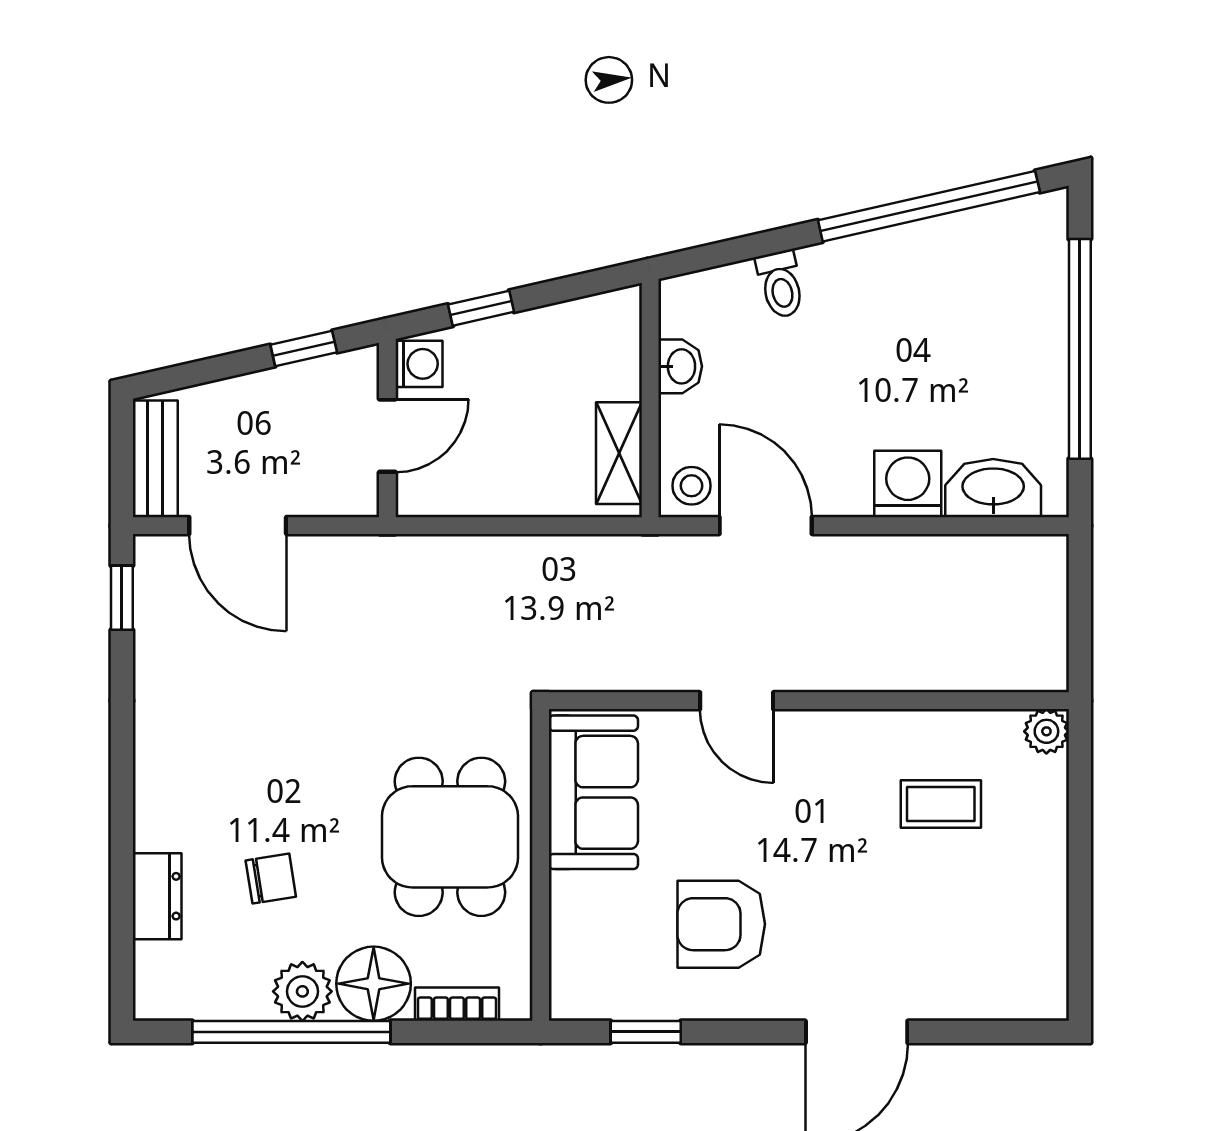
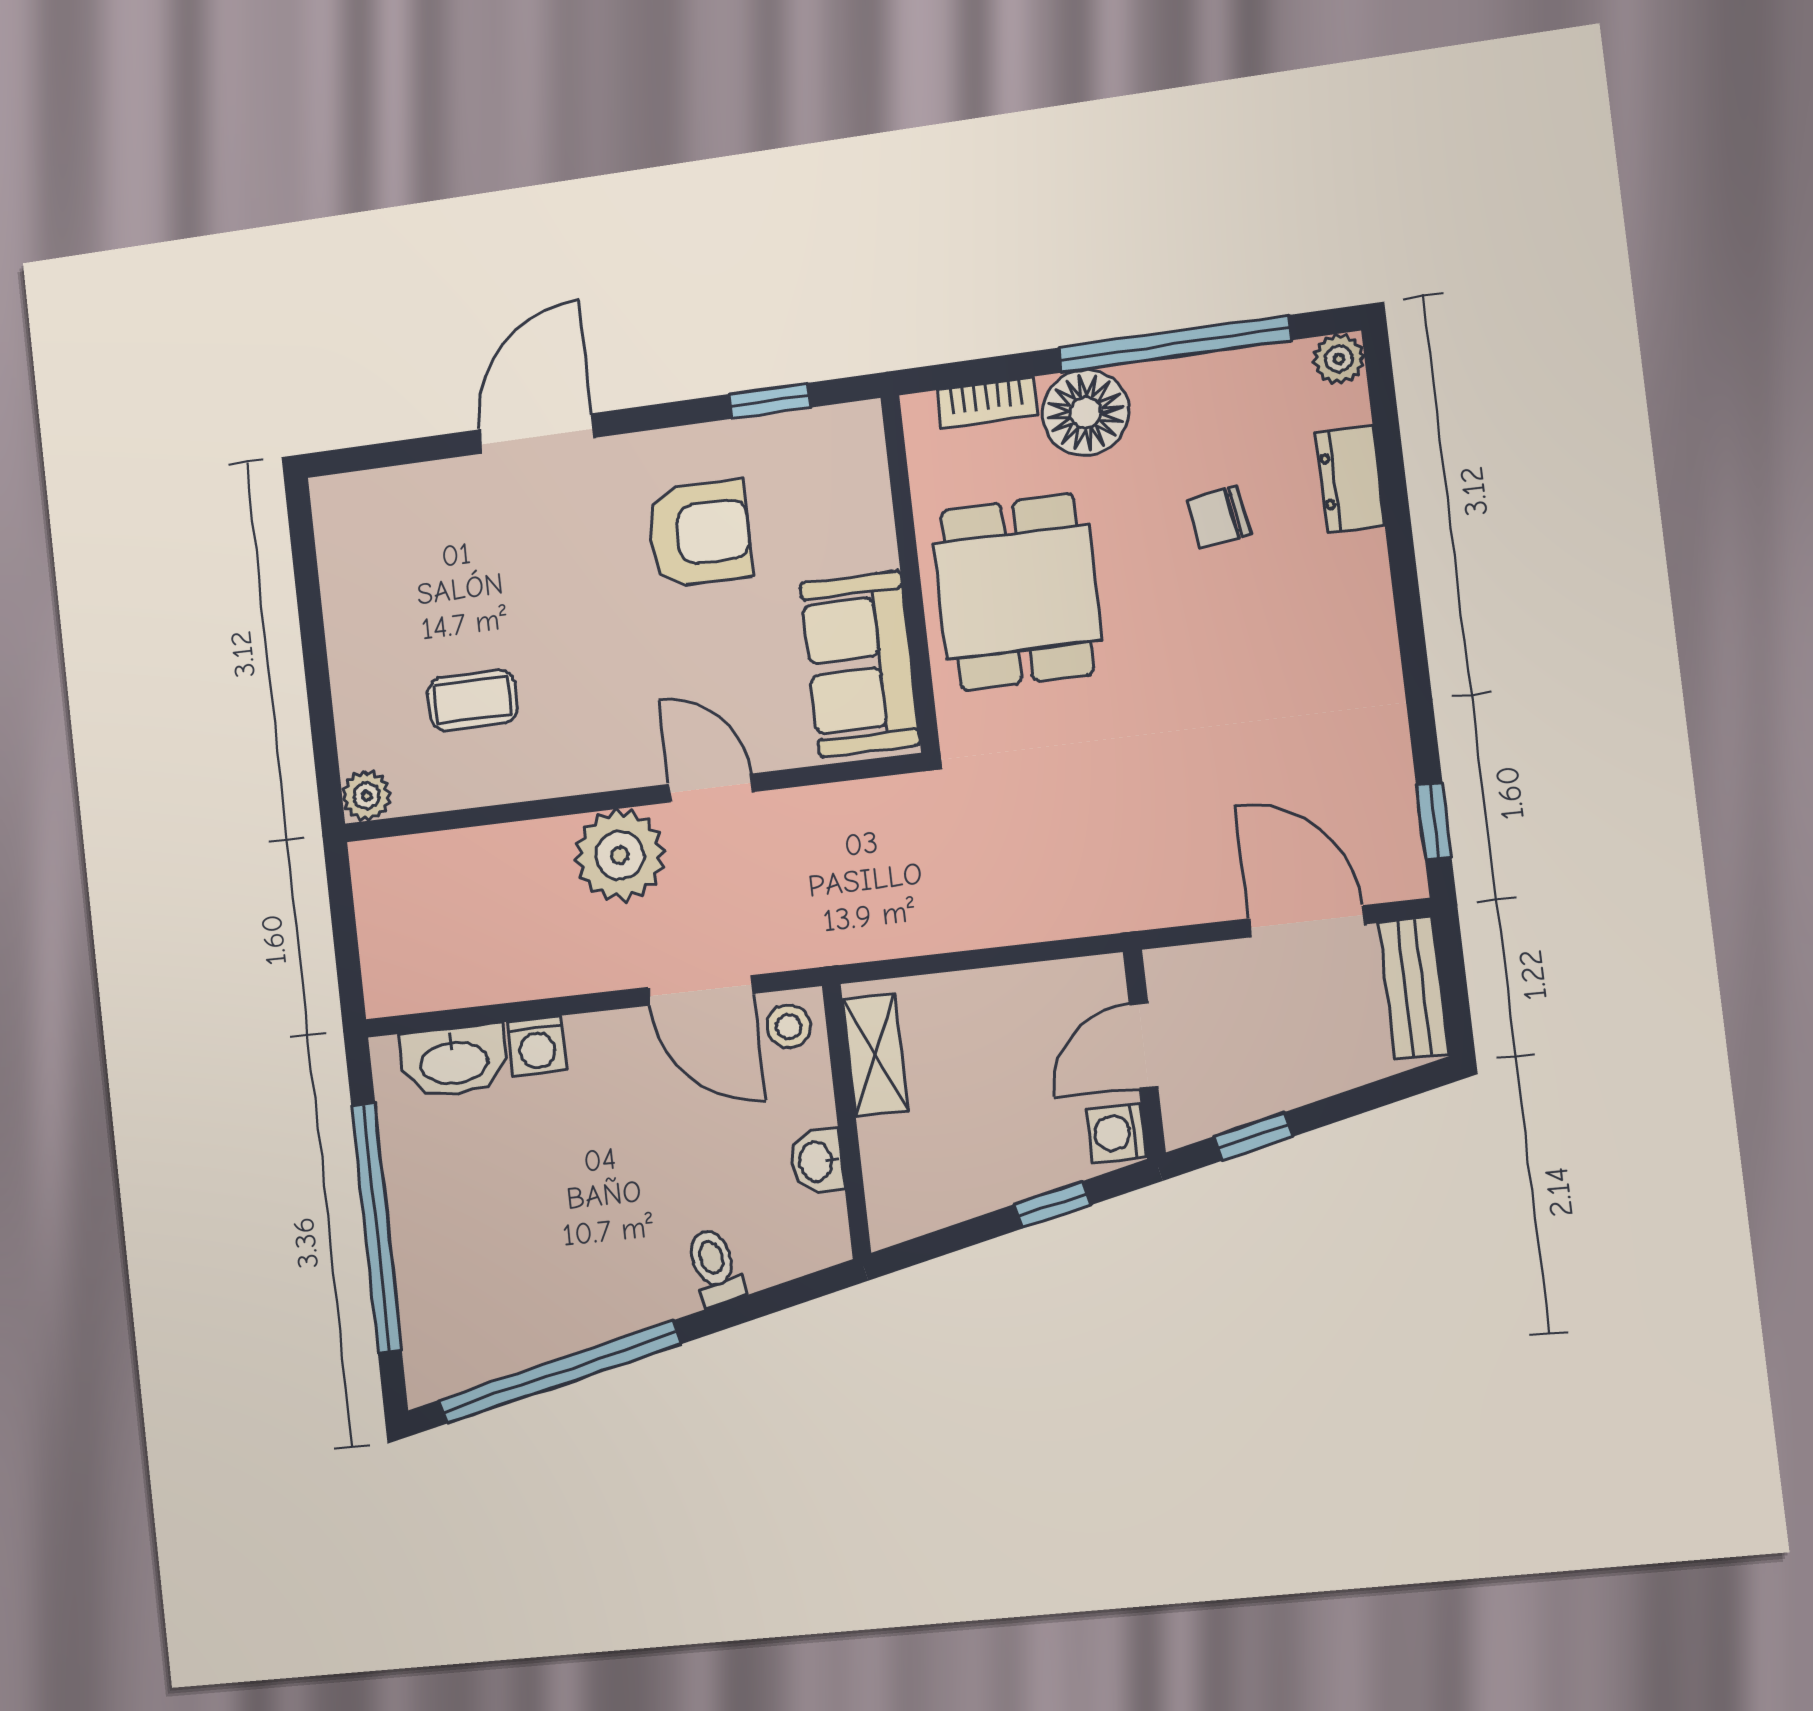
washing machine: (908, 484) -> (537, 1046), width x0.73, depth x0.73
plant: (824, 652) -> (620, 855), added
plant: (302, 991) -> (1339, 359), moved, width x0.73, depth x0.73

